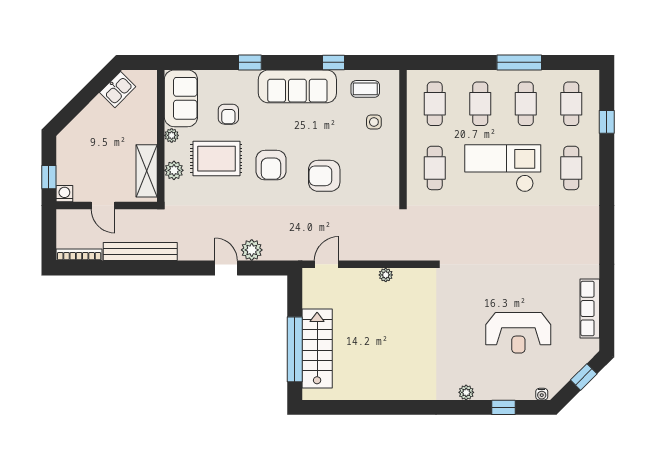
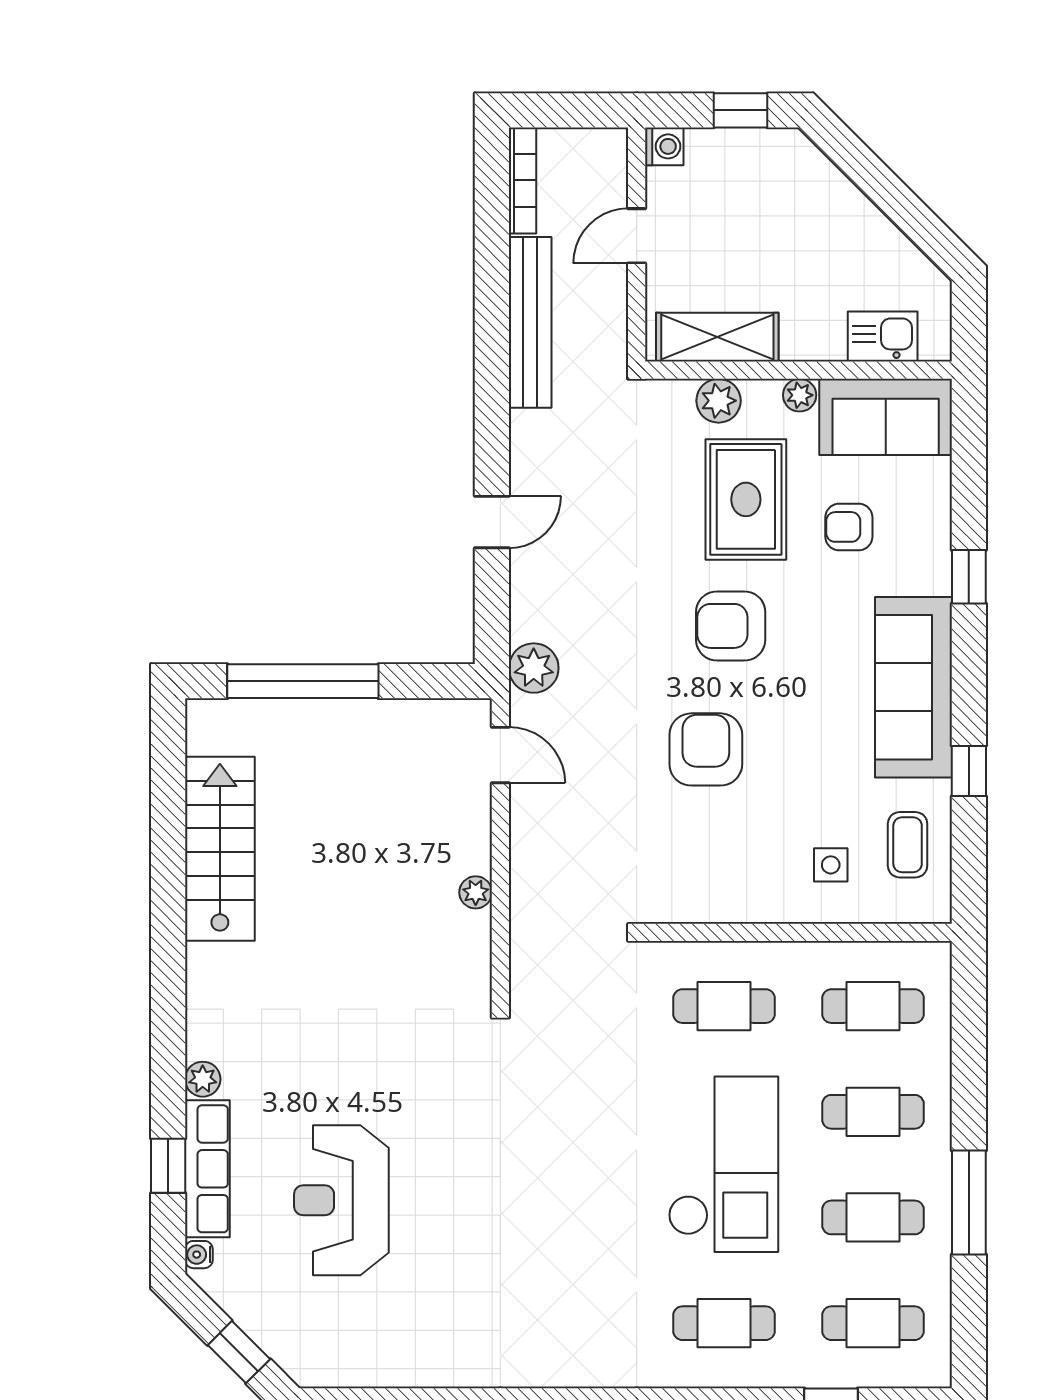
kitchen sink: (118, 90) -> (883, 336), moved, turned 135
window: (49, 177) -> (741, 110), moved
plant: (252, 250) -> (534, 668), moved
row of seats: (590, 309) -> (207, 1169), moved, turned 90
stairs: (317, 349) -> (220, 849), moved, turned -90

